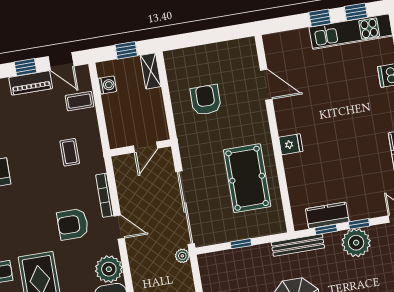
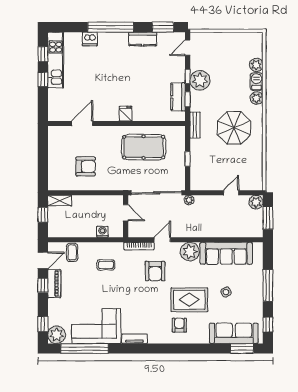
washing machine: (107, 85) -> (102, 232), moved
armchair: (206, 100) -> (86, 166), turned 180
door: (145, 147) -> (126, 213), moved
wall: (141, 148) -> (126, 216), moved
bench: (298, 245) -> (195, 125), width x0.73

